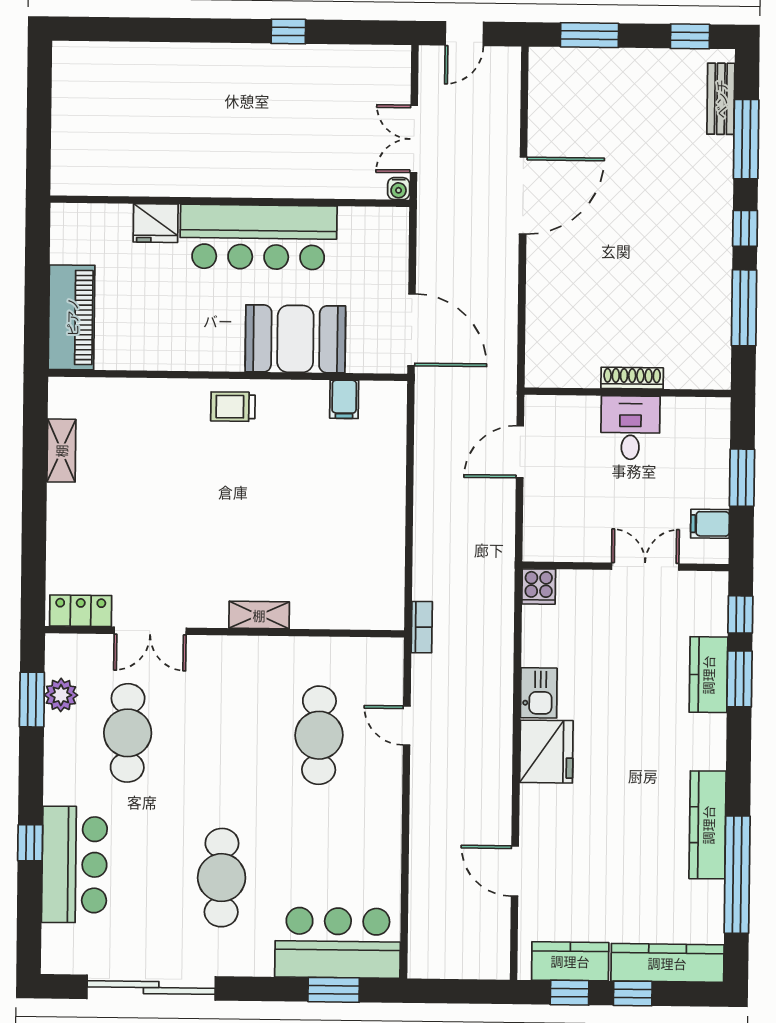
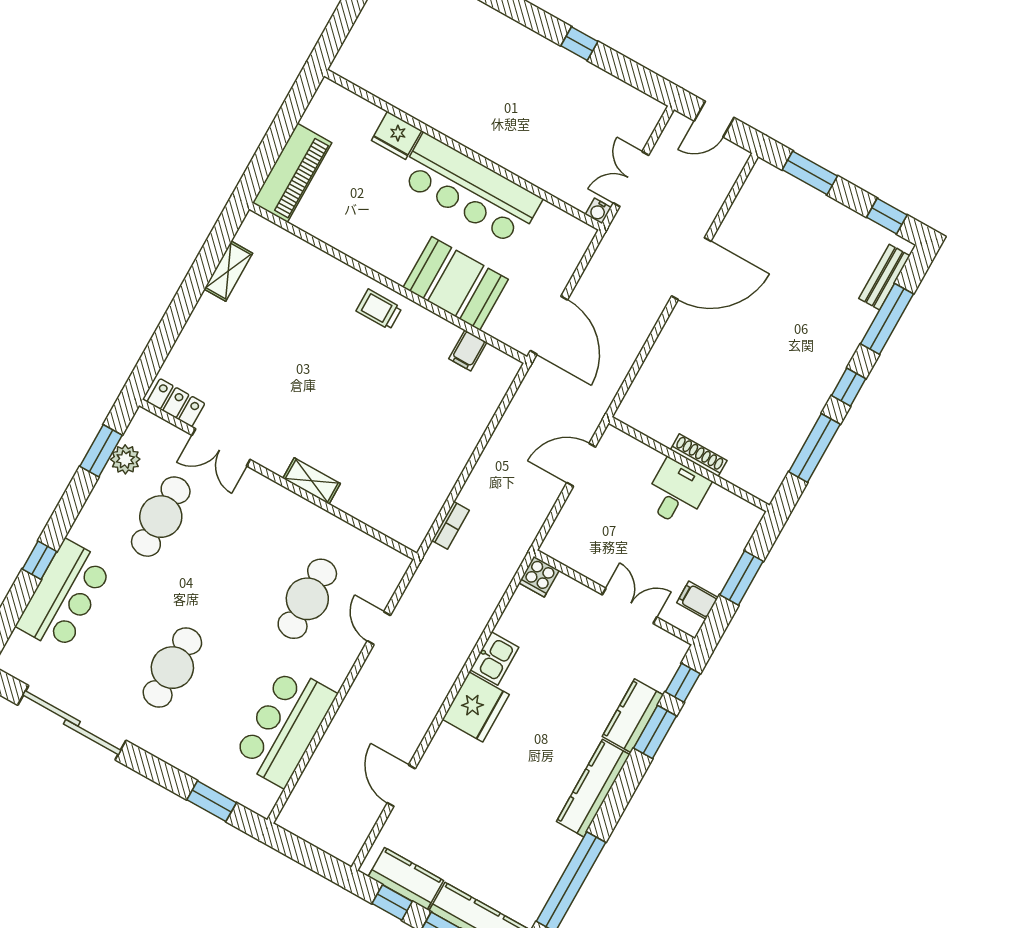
bookcase: (422, 627) -> (451, 525), moved
kitchen counter: (708, 825) -> (593, 788), moved
bar counter: (338, 943) -> (285, 727), moved, turned -90

